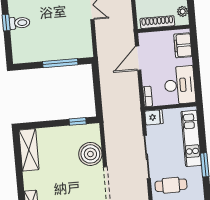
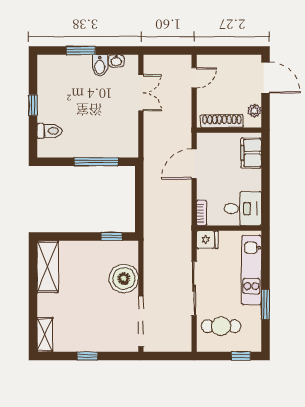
toilet: (20, 23) -> (50, 131), moved
desk: (180, 85) -> (243, 209), width x0.73

